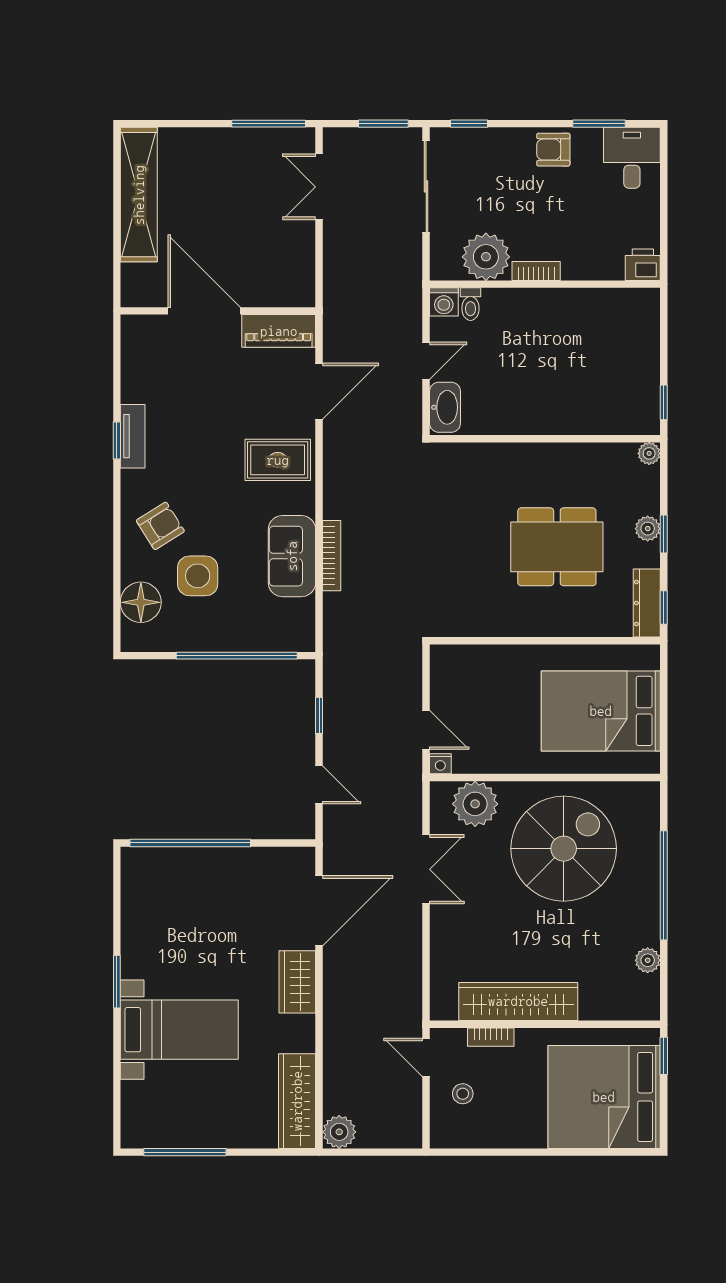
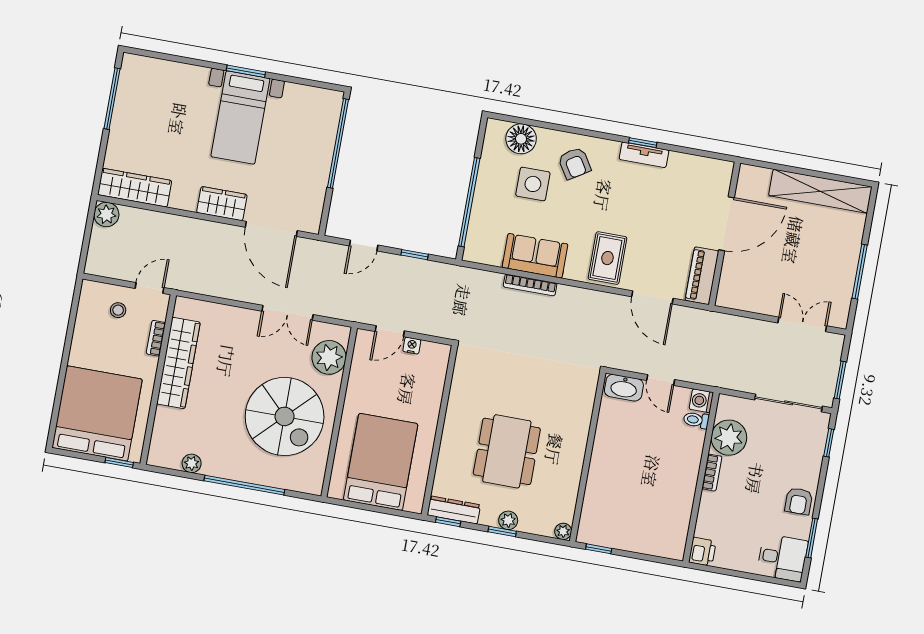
window: (269, 124) -> (860, 272), moved
armchair: (553, 150) -> (799, 501), turned 180
nightstand: (440, 764) -> (412, 346), moved, turned 90
bed with nightstands: (179, 1030) -> (240, 117), moved

